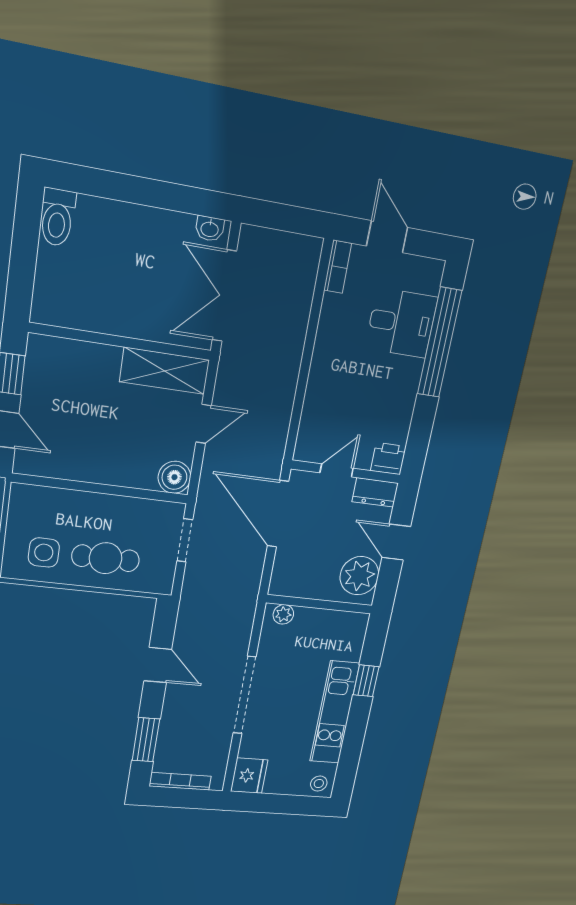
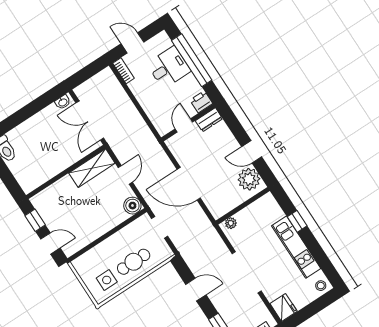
printer: (388, 459) -> (201, 102), moved
door: (337, 471) -> (184, 125), moved
wall: (346, 472) -> (188, 122), moved
dresser: (375, 492) -> (209, 120), moved

